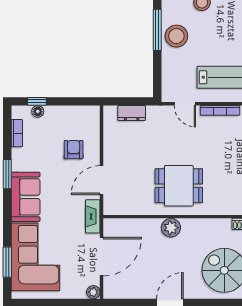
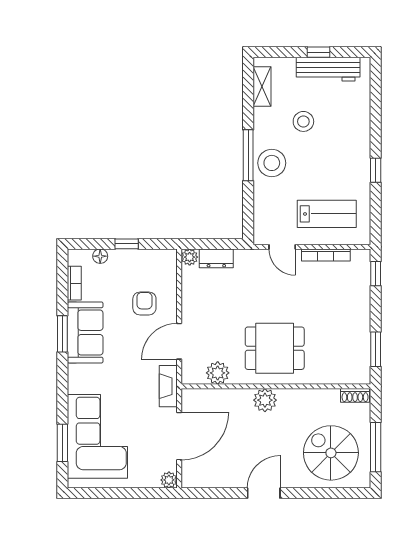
window: (37, 101) -> (127, 244), moved
plant: (110, 112) -> (190, 257), added
sofa: (26, 197) -> (85, 332), moved
plant: (133, 206) -> (218, 373), added

